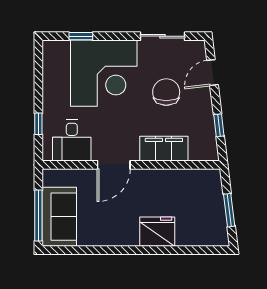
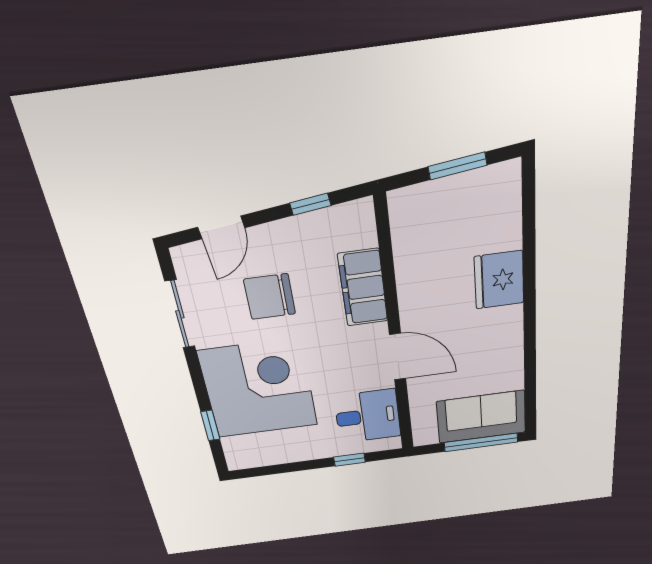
door: (212, 73) -> (221, 227), hinge flipped

